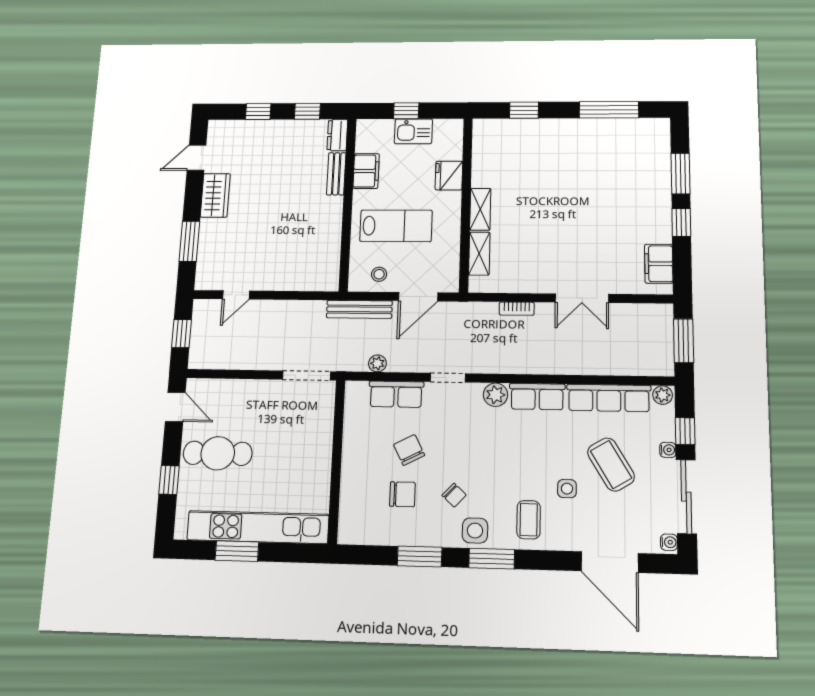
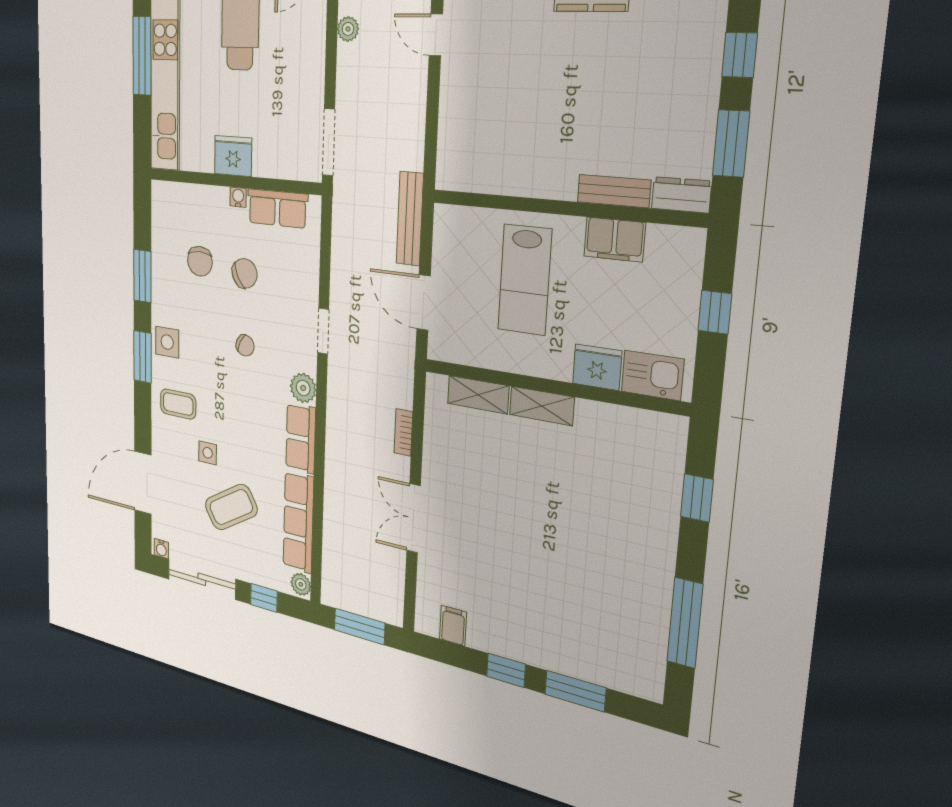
window: (307, 111) -> (731, 144), width x1.50
kitchen sink: (413, 131) -> (652, 375), moved, turned 90
filing cabinet: (659, 264) -> (453, 626), width x0.50
stool: (379, 274) -> (456, 250), removed
plant: (377, 363) -> (348, 29), moved
row of seats: (396, 394) -> (277, 208), moved, turned -90
water cooler: (668, 450) -> (238, 197), moved, turned 180
fridge: (317, 461) -> (233, 156), added
chair: (454, 495) -> (245, 346), moved, turned -106
window: (237, 551) -> (142, 56), width x1.44

